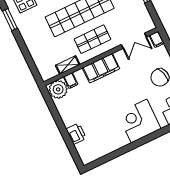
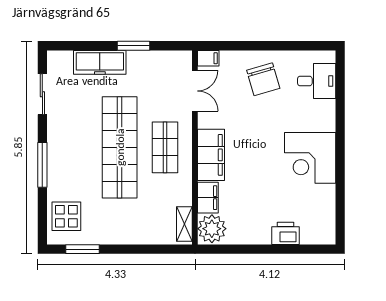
shelving: (68, 65) -> (184, 224), moved
filing cabinet: (71, 81) -> (208, 198), width x2.00
corner desk: (139, 121) -> (310, 158), moved

